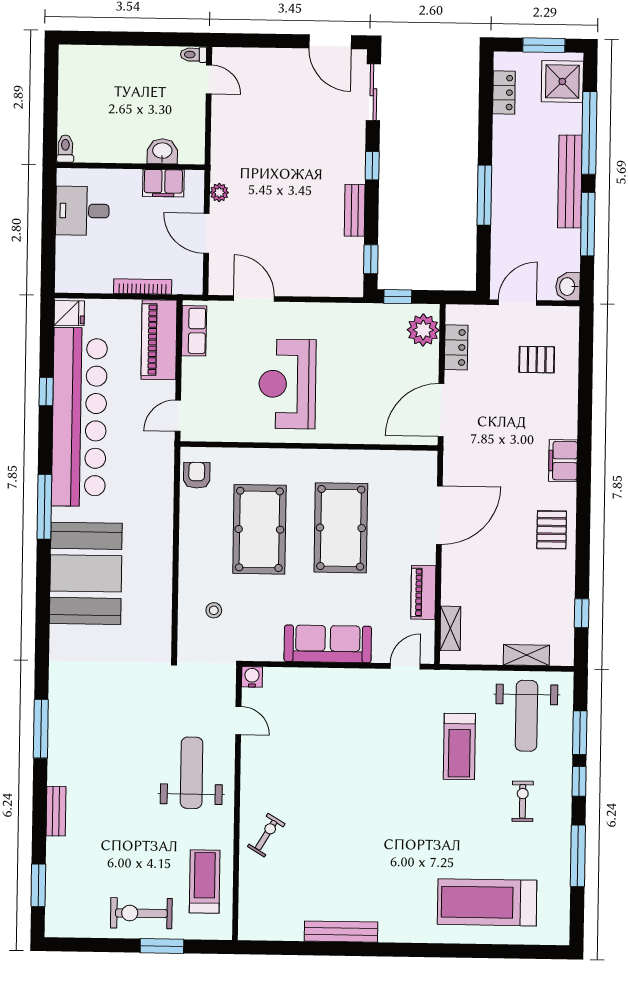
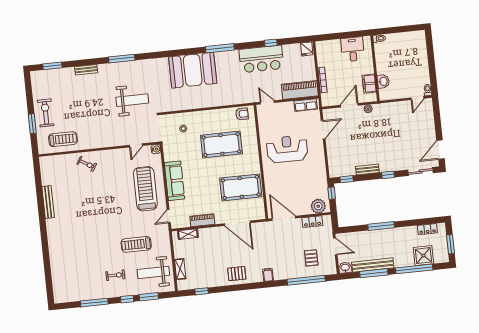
shower: (562, 81) -> (423, 256), moved
bench: (570, 181) -> (373, 265), moved
window: (585, 377) -> (306, 280), added
bar counter: (79, 417) -> (261, 59), width x0.54
filing cabinet: (563, 461) -> (268, 275), width x0.50
pool table: (341, 528) -> (241, 187), moved
door: (405, 666) -> (169, 216), swing flipped
weight bench: (192, 773) -> (132, 100), moved
treadmill: (487, 902) -> (145, 189), moved

